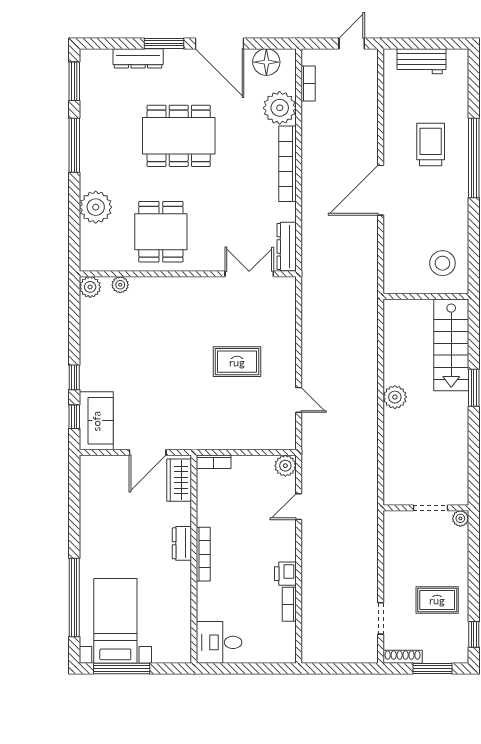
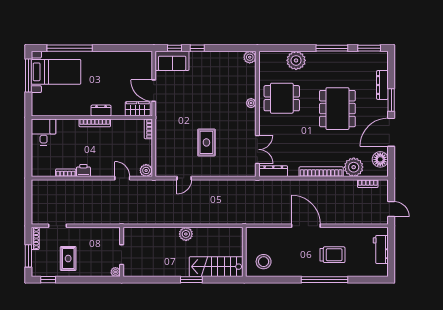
plant: (120, 285) -> (251, 103), moved

